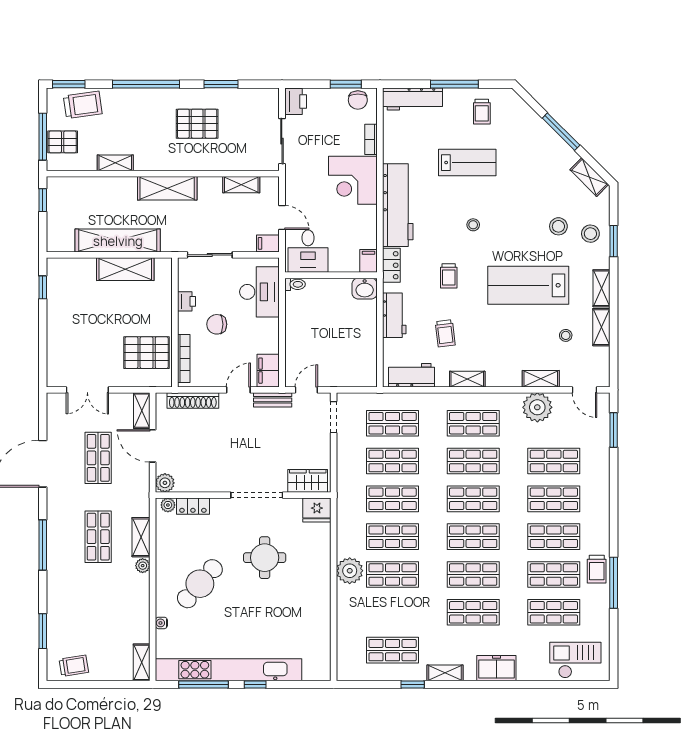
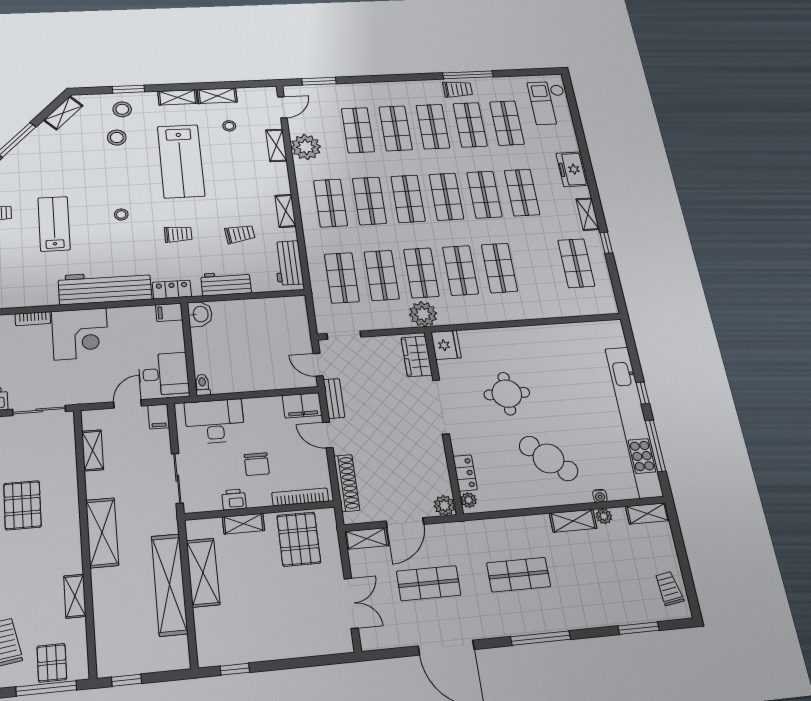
shelving: (164, 307) -> (243, 524), added
shelving: (141, 537) -> (573, 521), moved
plant: (143, 566) -> (604, 516), moved
plant: (350, 571) -> (423, 314), moved

